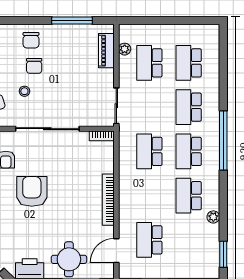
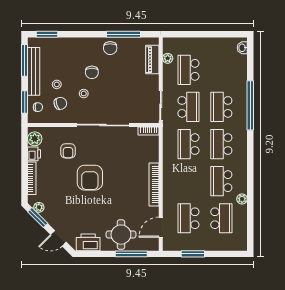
washbasin: (214, 37) -> (242, 48), added
chair: (31, 40) -> (110, 48), moved
school desk: (189, 63) -> (188, 107), moved, turned 180
window: (223, 141) -> (250, 105), moved
armchair: (32, 191) -> (90, 178), turned 180
school desk: (189, 240) -> (221, 218), added
window: (223, 254) -> (250, 230), removed

